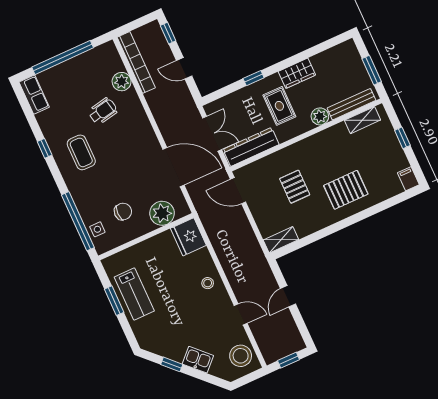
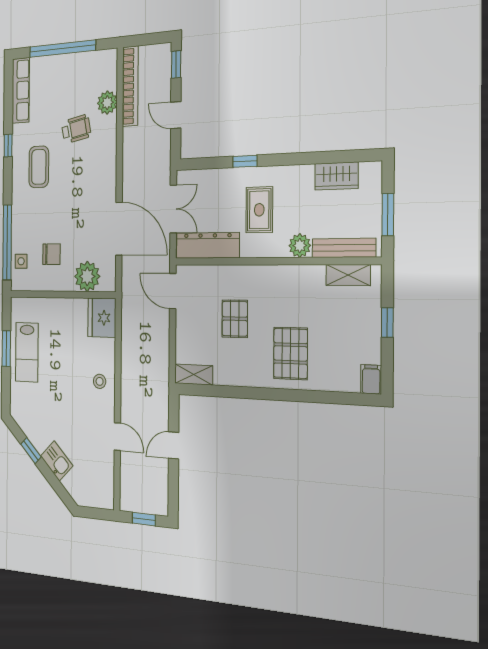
wardrobe: (297, 73) -> (336, 176), moved
row of seats: (34, 95) -> (21, 90), width x1.48
pallet: (346, 190) -> (291, 353), turned 90
stool: (241, 356) -> (99, 483), removed

